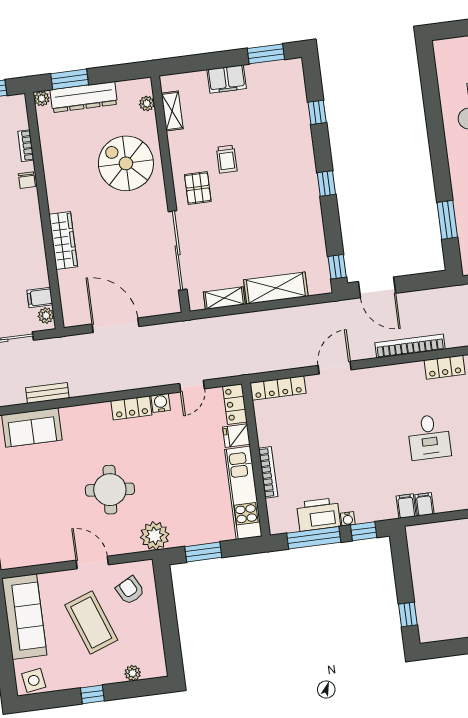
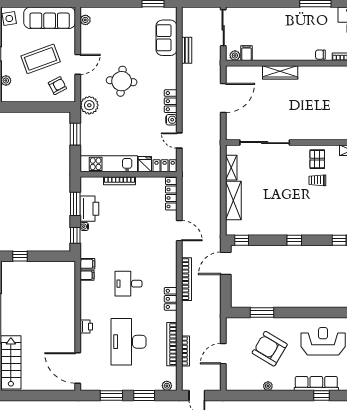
spiral stairs: (126, 163) -> (323, 117), removed
pallet: (198, 188) -> (317, 159), moved, turned 90
window: (314, 538) -> (75, 204), width x0.69
plant: (20, 560) -> (85, 20), added

